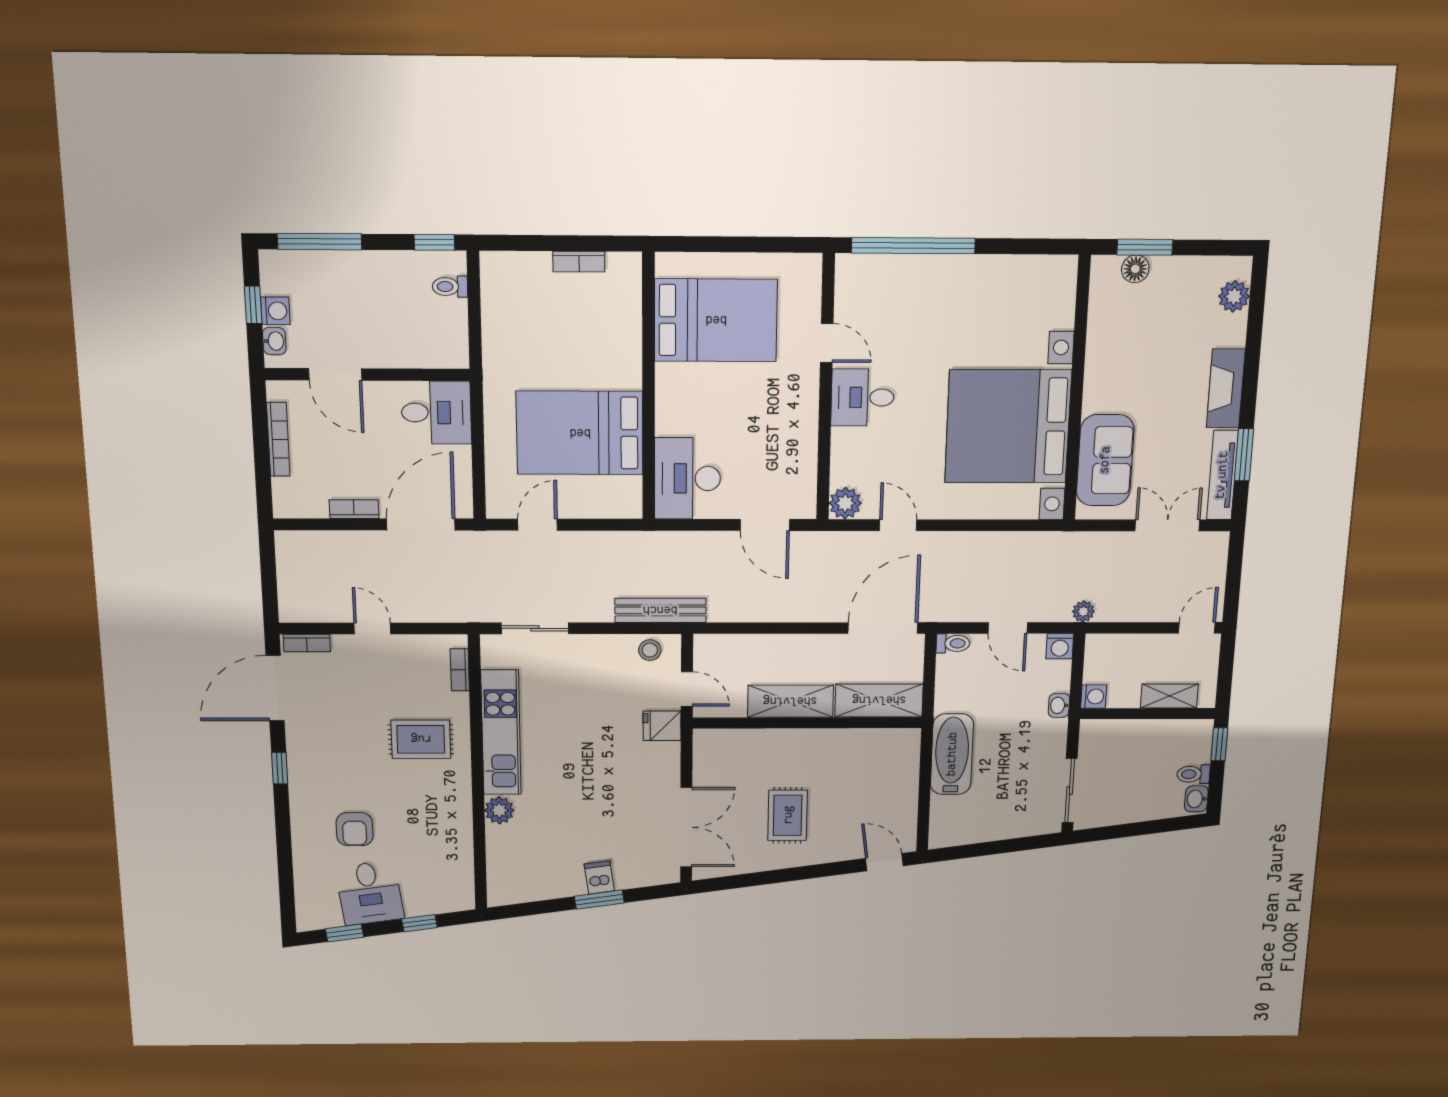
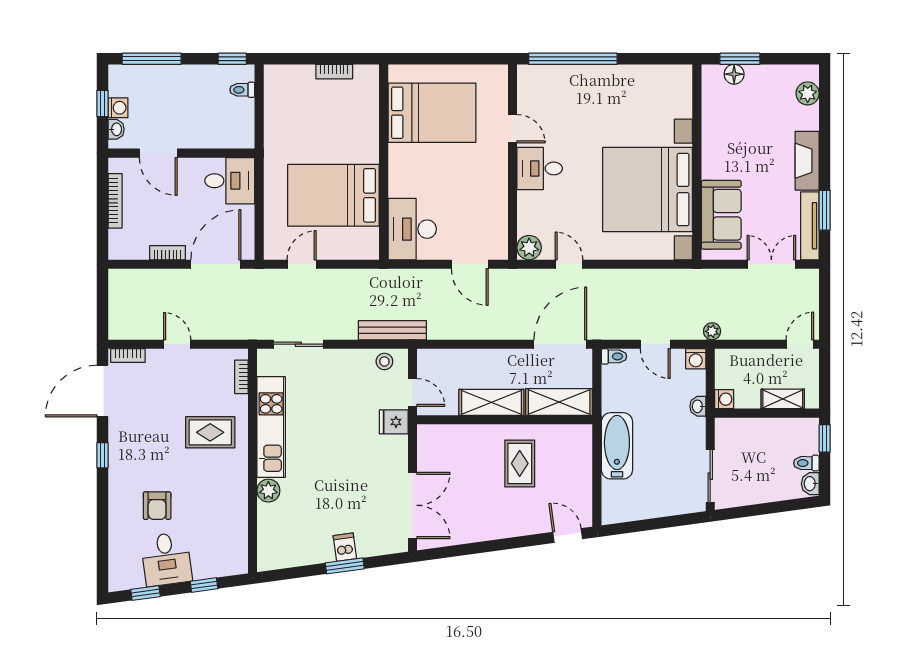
rug: (788, 815) -> (520, 463), moved

